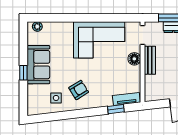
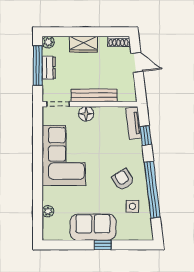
plant: (37, 27) -> (48, 211), moved
bench: (150, 60) -> (94, 95), width x1.36
window: (70, 115) -> (152, 190), added

